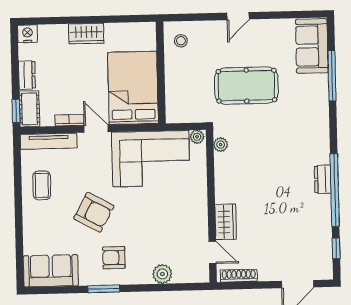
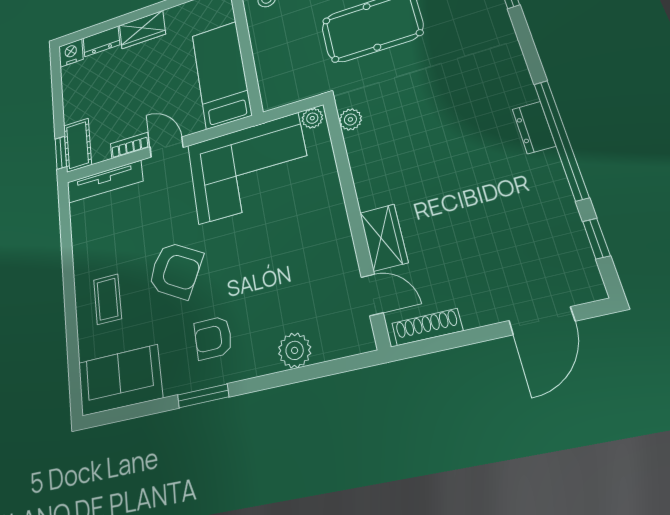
dresser: (27, 75) -> (101, 41), moved, turned 90
bed: (133, 88) -> (221, 75), width x0.67
coffee table: (42, 185) -> (108, 299), moved

